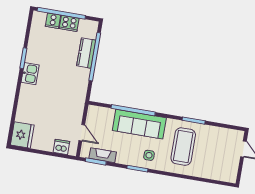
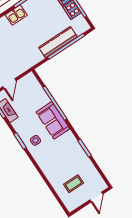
kitchen counter: (86, 53) -> (58, 42), width x1.50
sofa: (139, 124) -> (53, 120), width x0.73
coffee table: (183, 147) -> (74, 184), moved, width x0.54, depth x0.58

